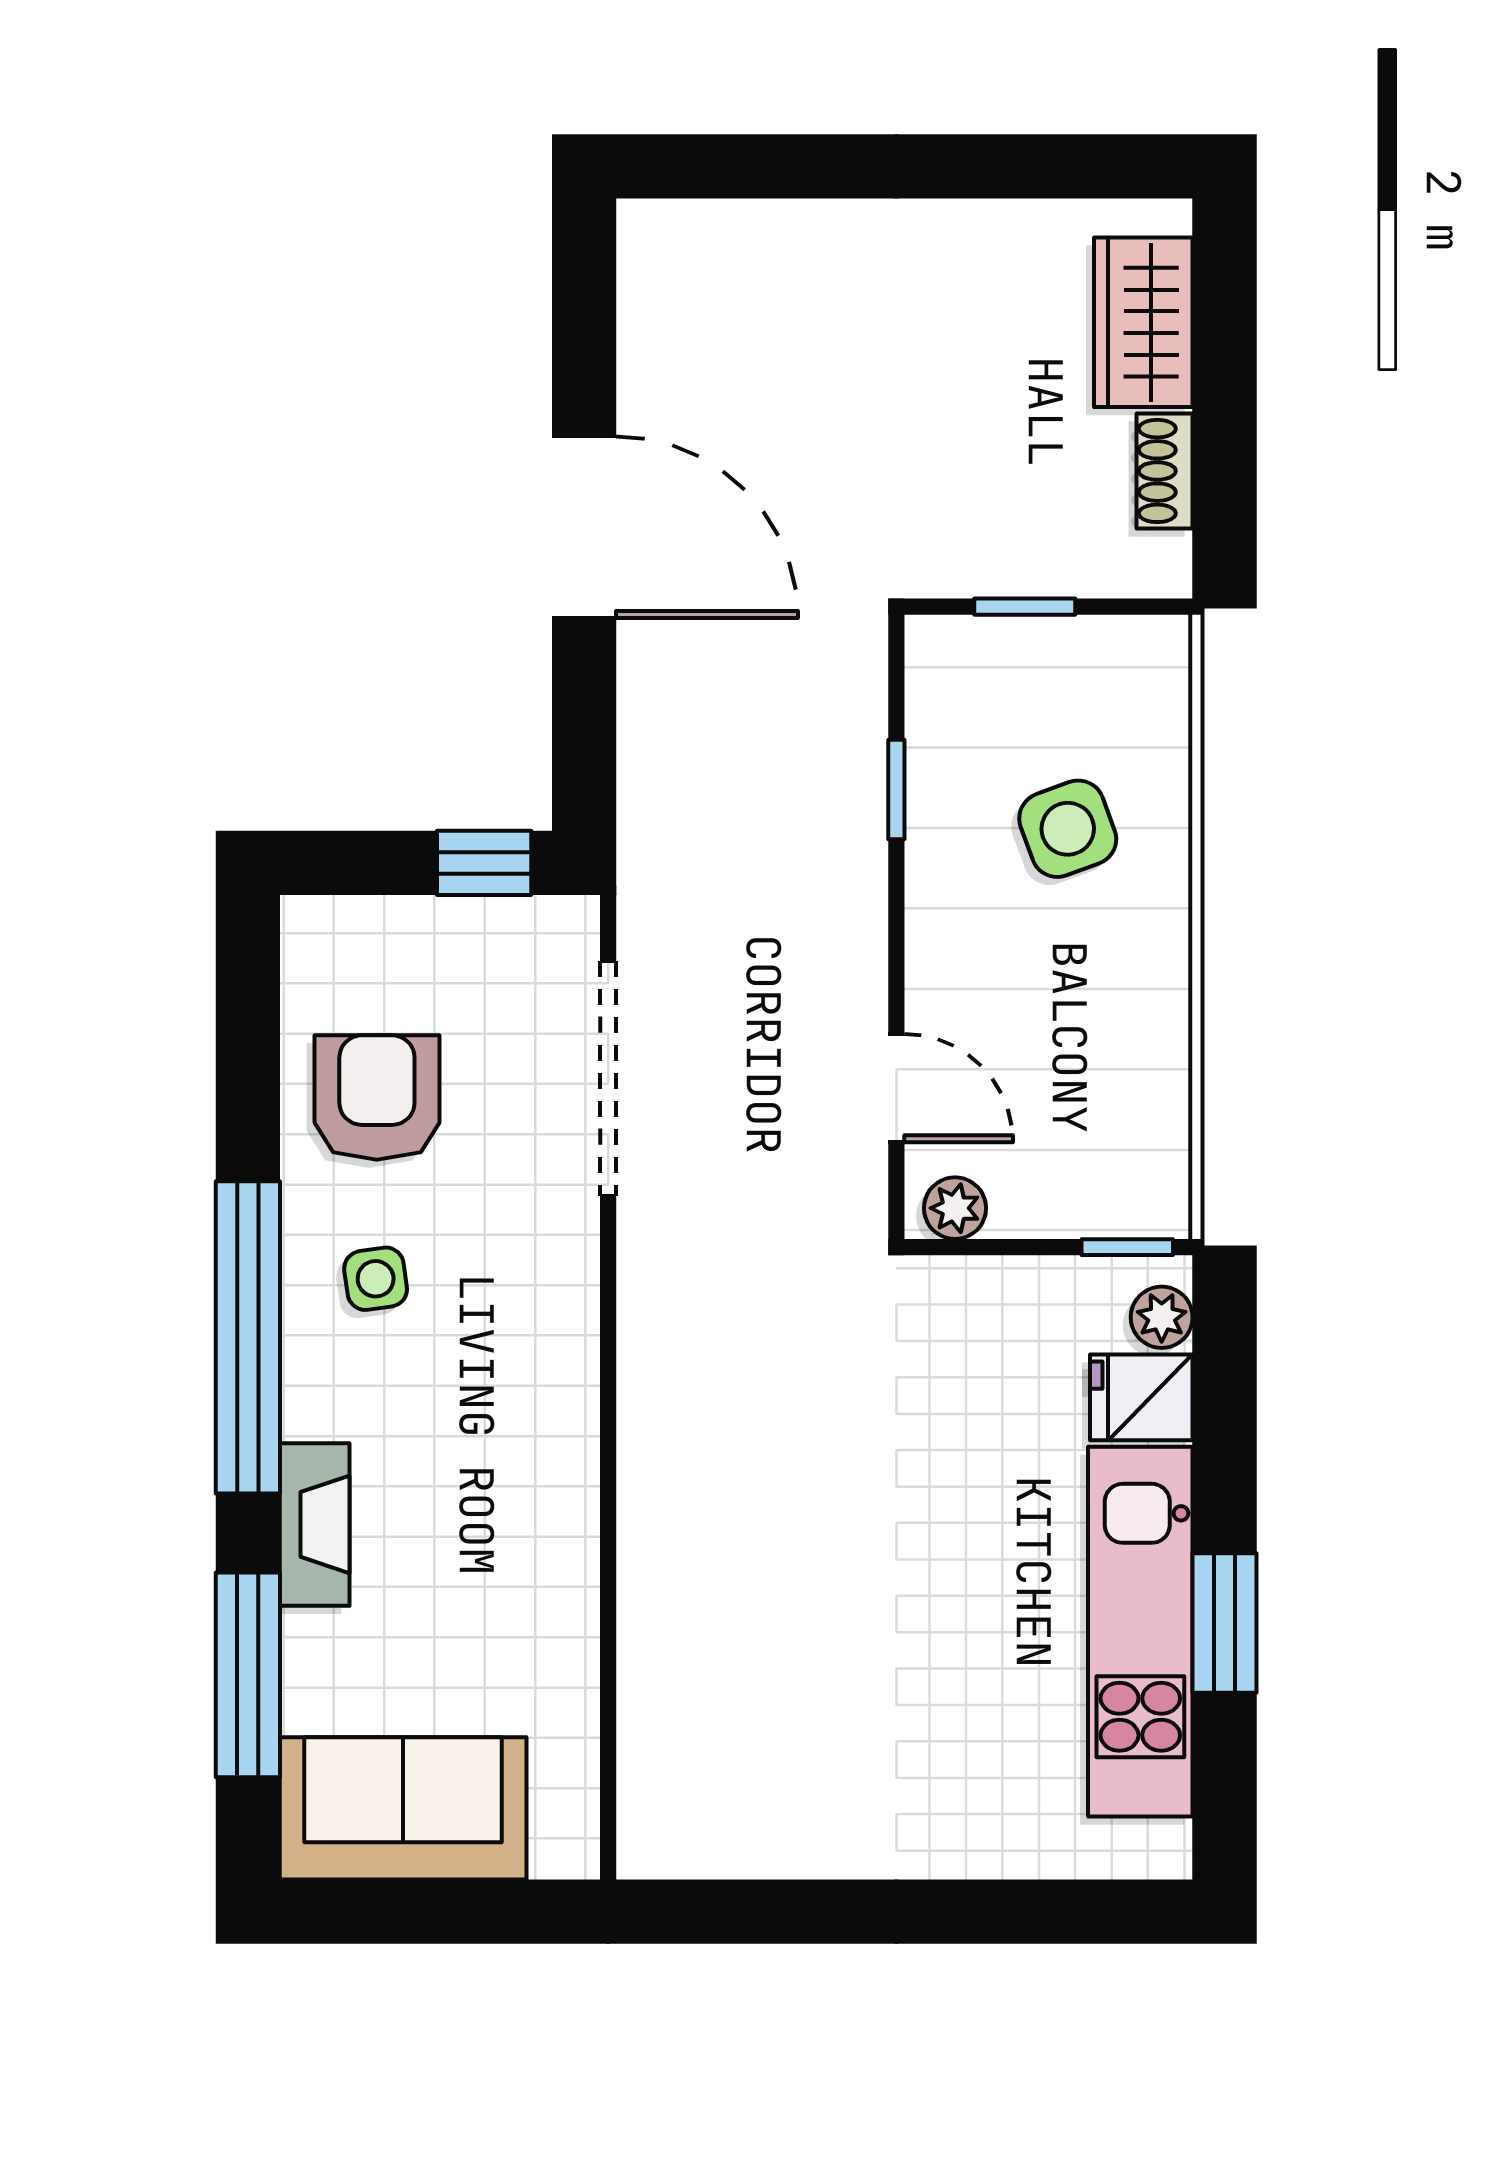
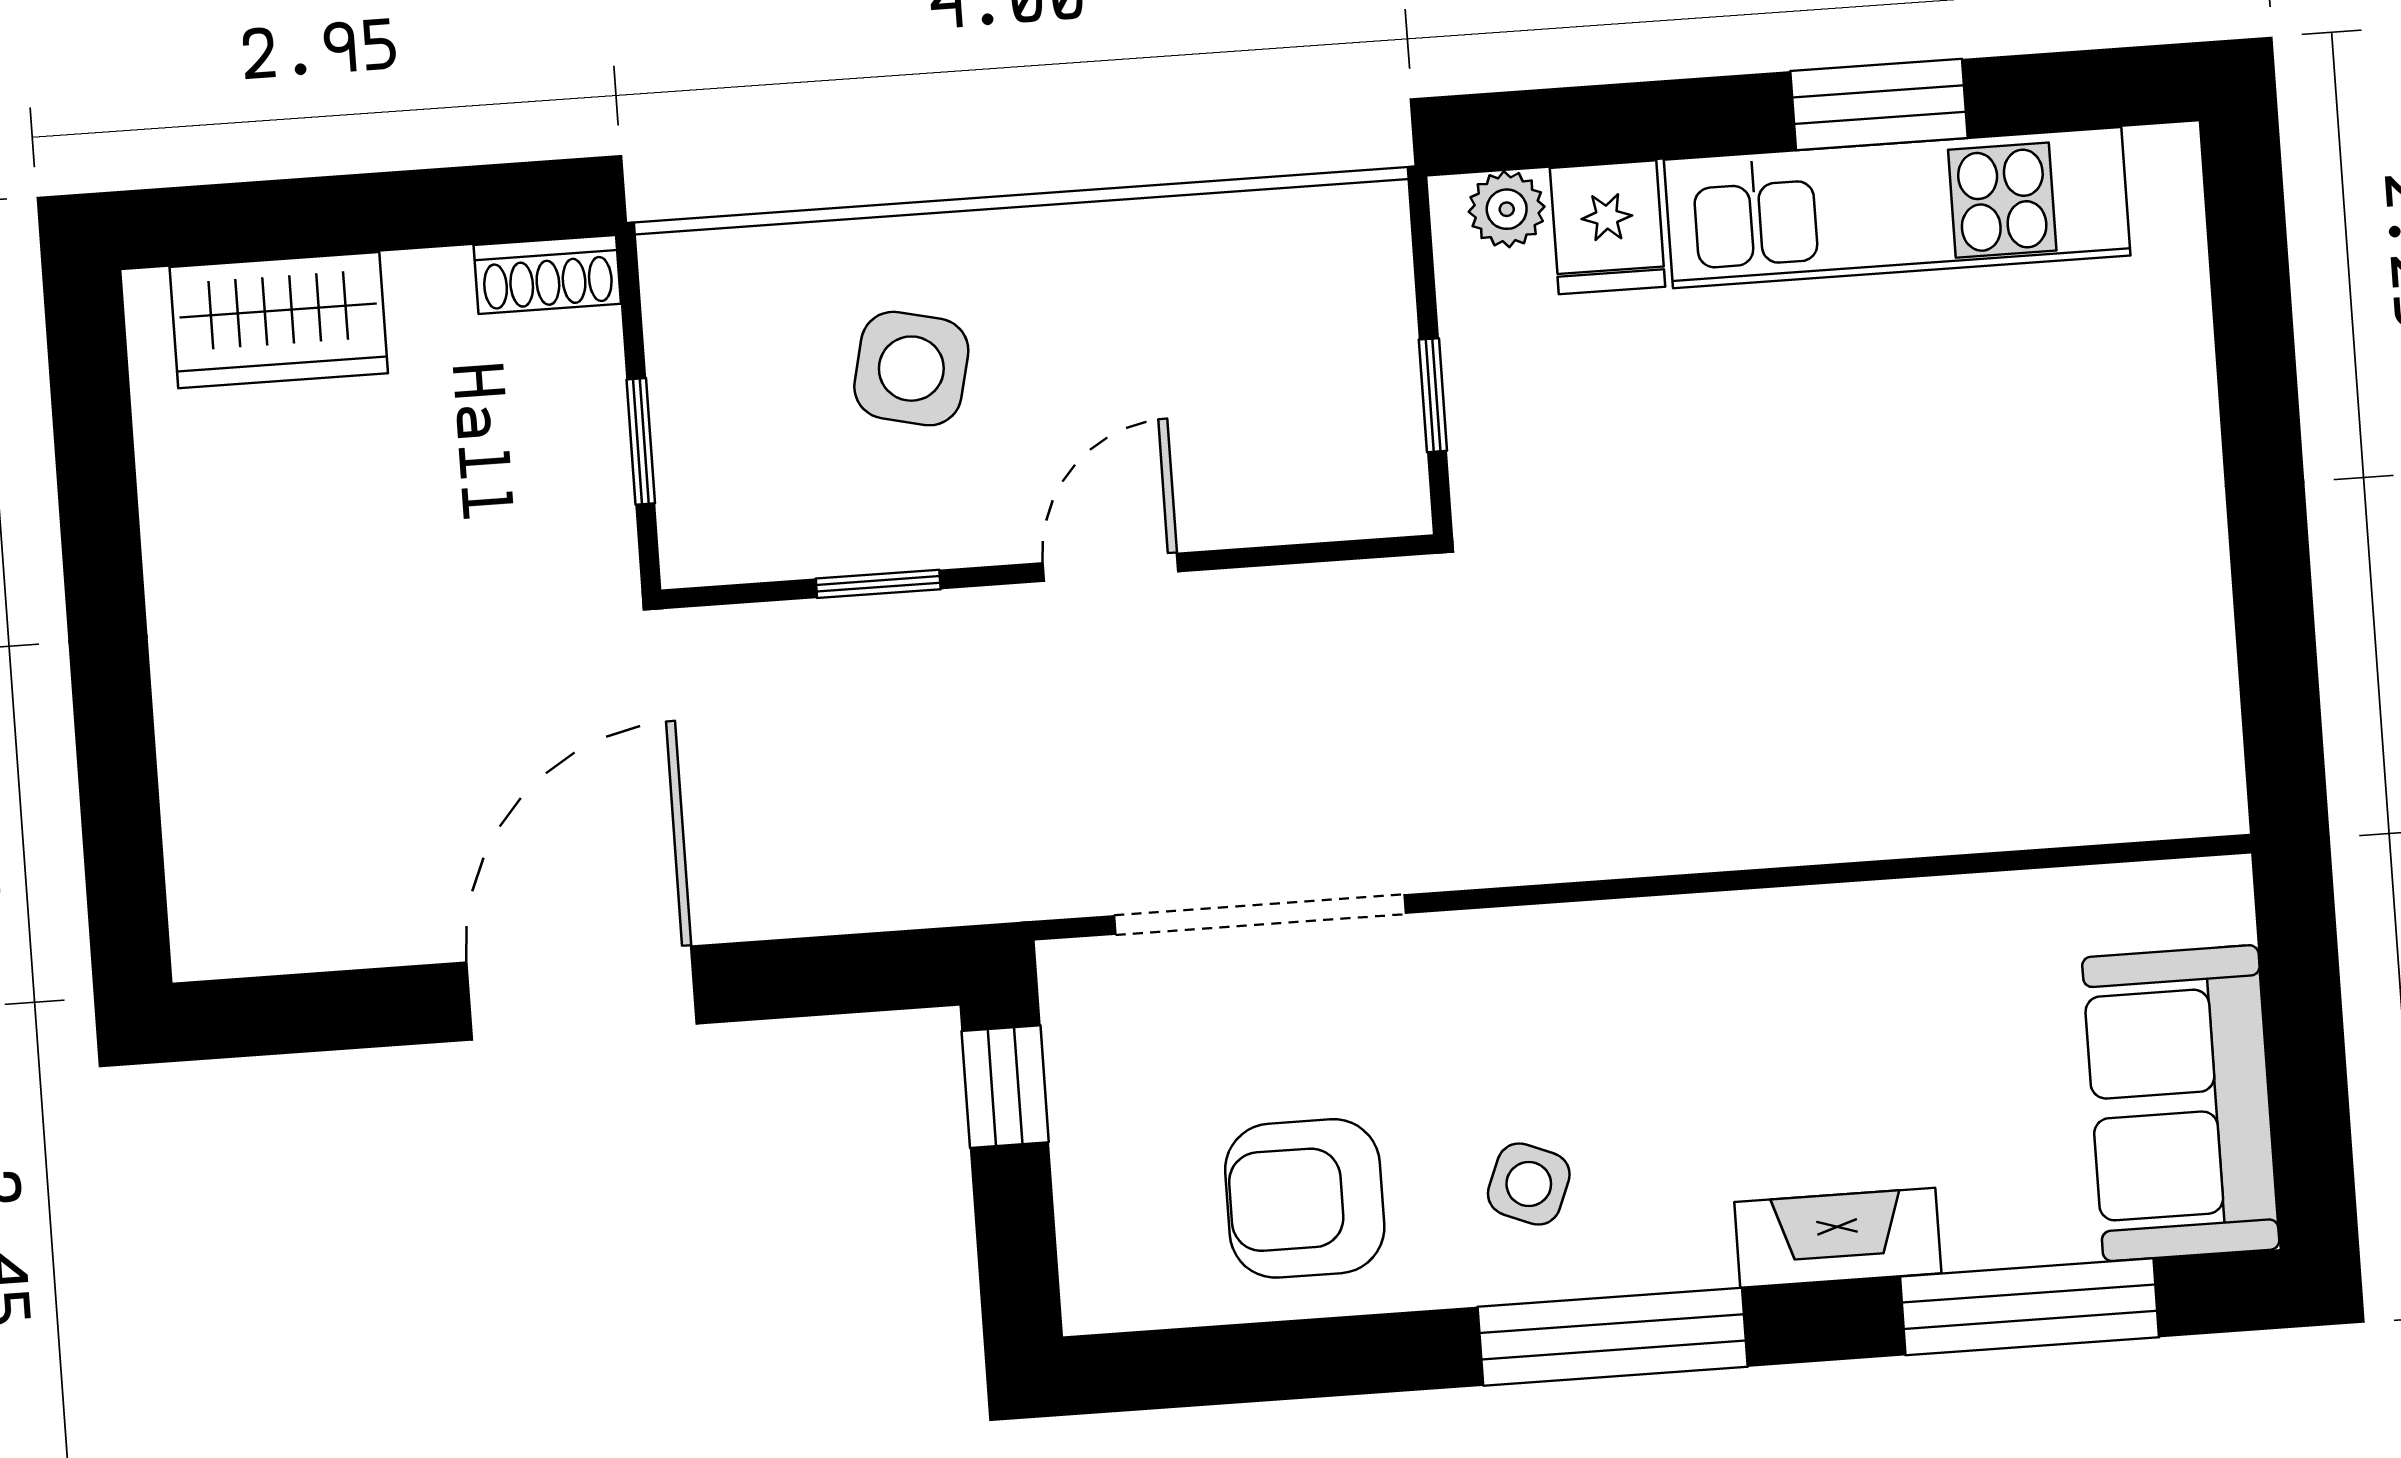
shoe rack: (1165, 471) -> (547, 274), moved
side table: (1068, 829) -> (911, 369), turned 33
door: (896, 1088) -> (1110, 567), moved
plant: (955, 1208) -> (1390, 474), removed
window: (1127, 1247) -> (1433, 395), moved
side table: (376, 1279) -> (1529, 1184), turned 30
window: (248, 1337) -> (1613, 1337), width x0.68

